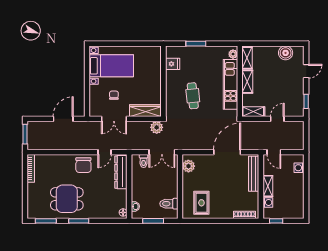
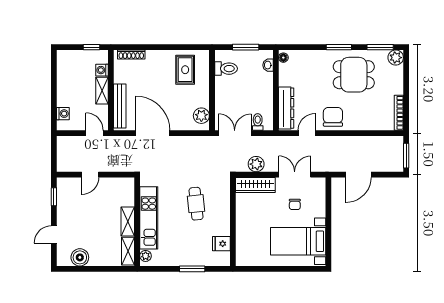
shelving: (253, 112) -> (120, 184), removed
plant: (157, 127) -> (256, 164), moved
door: (227, 152) -> (153, 133), swing flipped
plant: (33, 212) -> (396, 58), added

